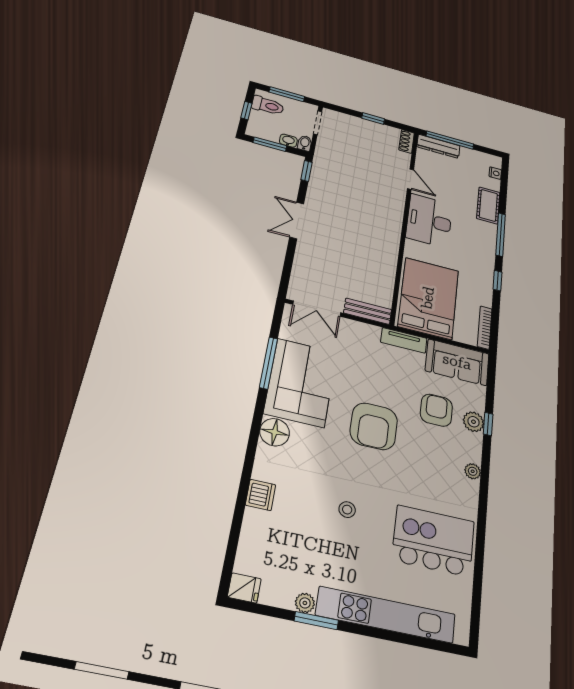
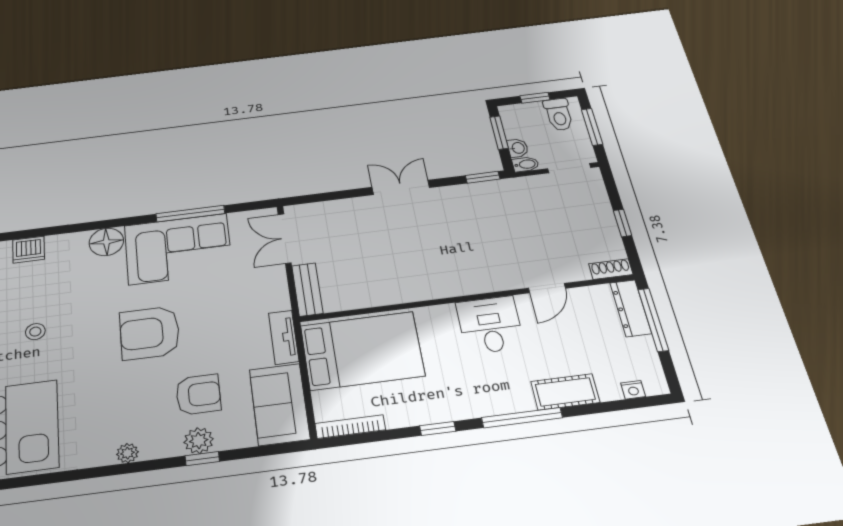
desk: (429, 221) -> (490, 325), width x0.73

